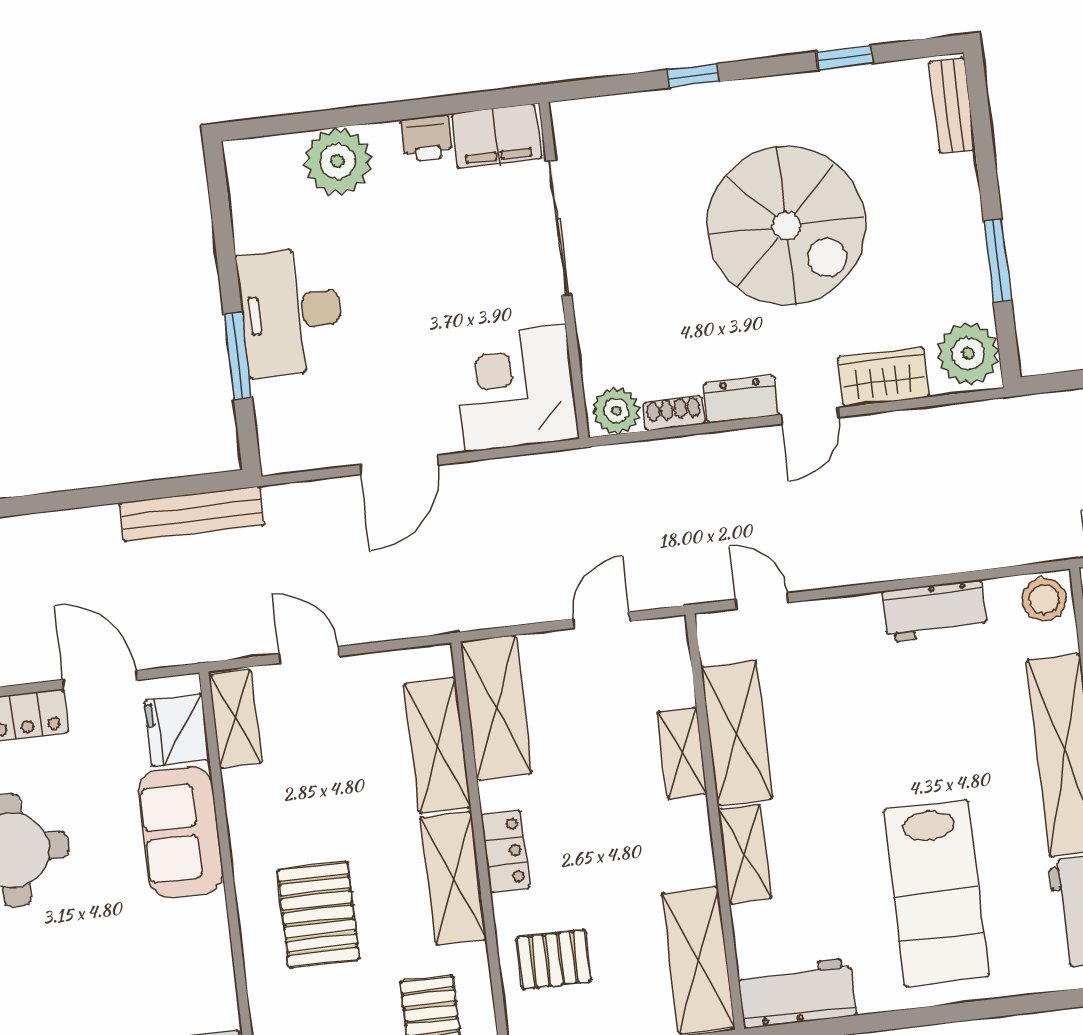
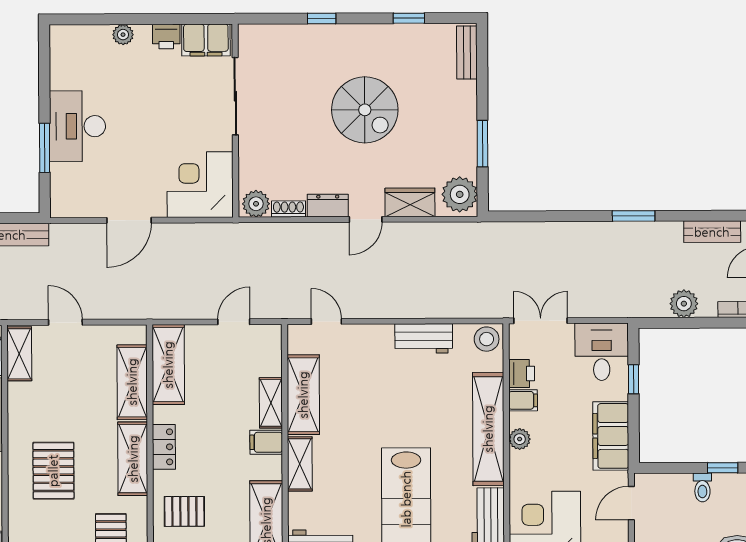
plant: (338, 161) -> (123, 35), width x0.53, depth x0.53
spiral stairs: (786, 226) -> (365, 110), width x0.73, depth x0.73
filing cabinet: (682, 823) -> (266, 442), added

